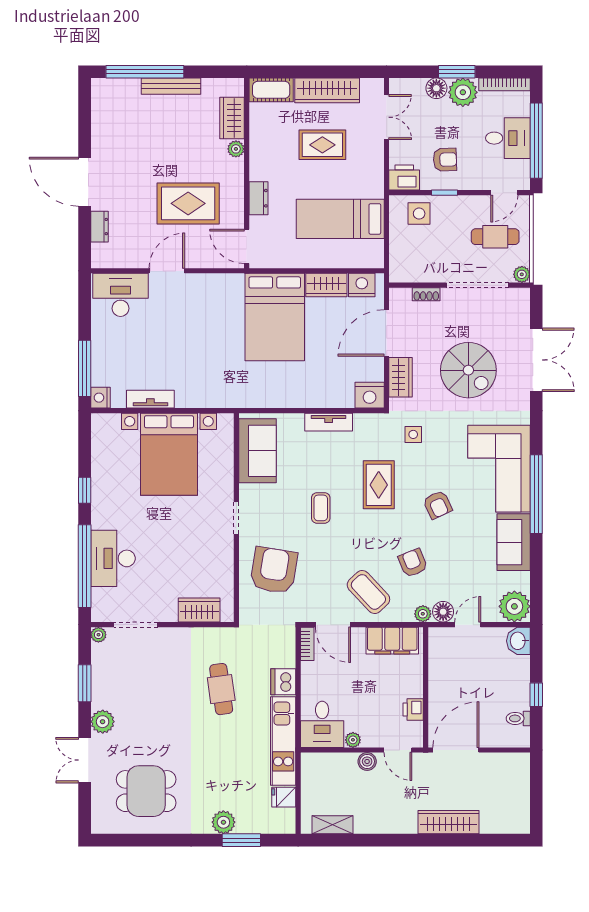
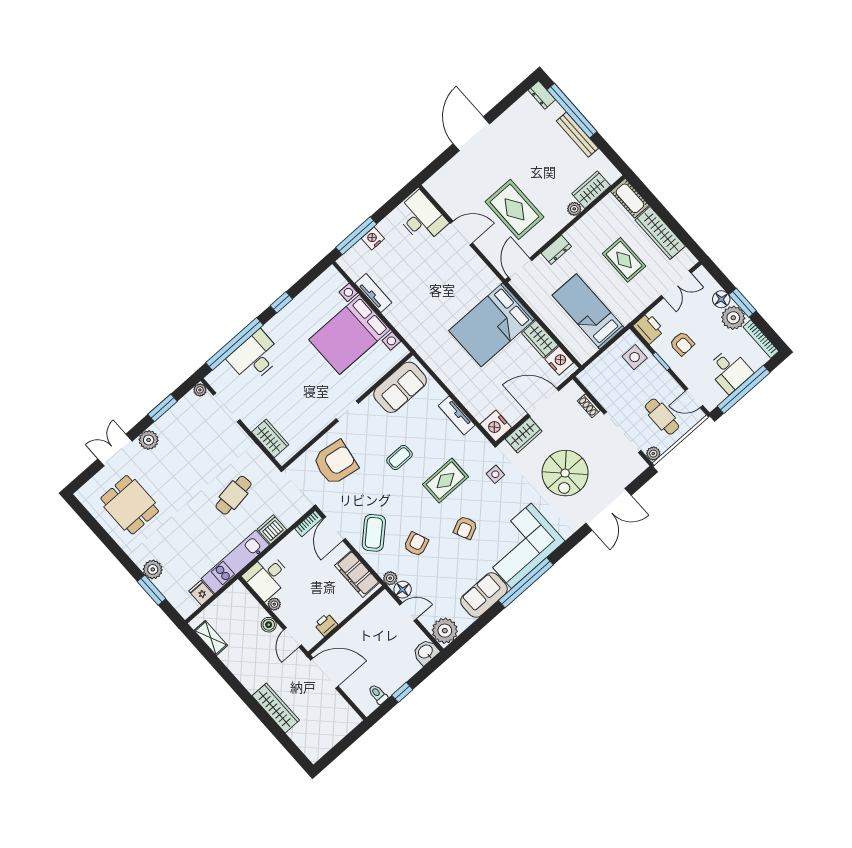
dresser: (99, 227) -> (542, 95), moved, turned 90
nightstand: (100, 398) -> (373, 239), moved

